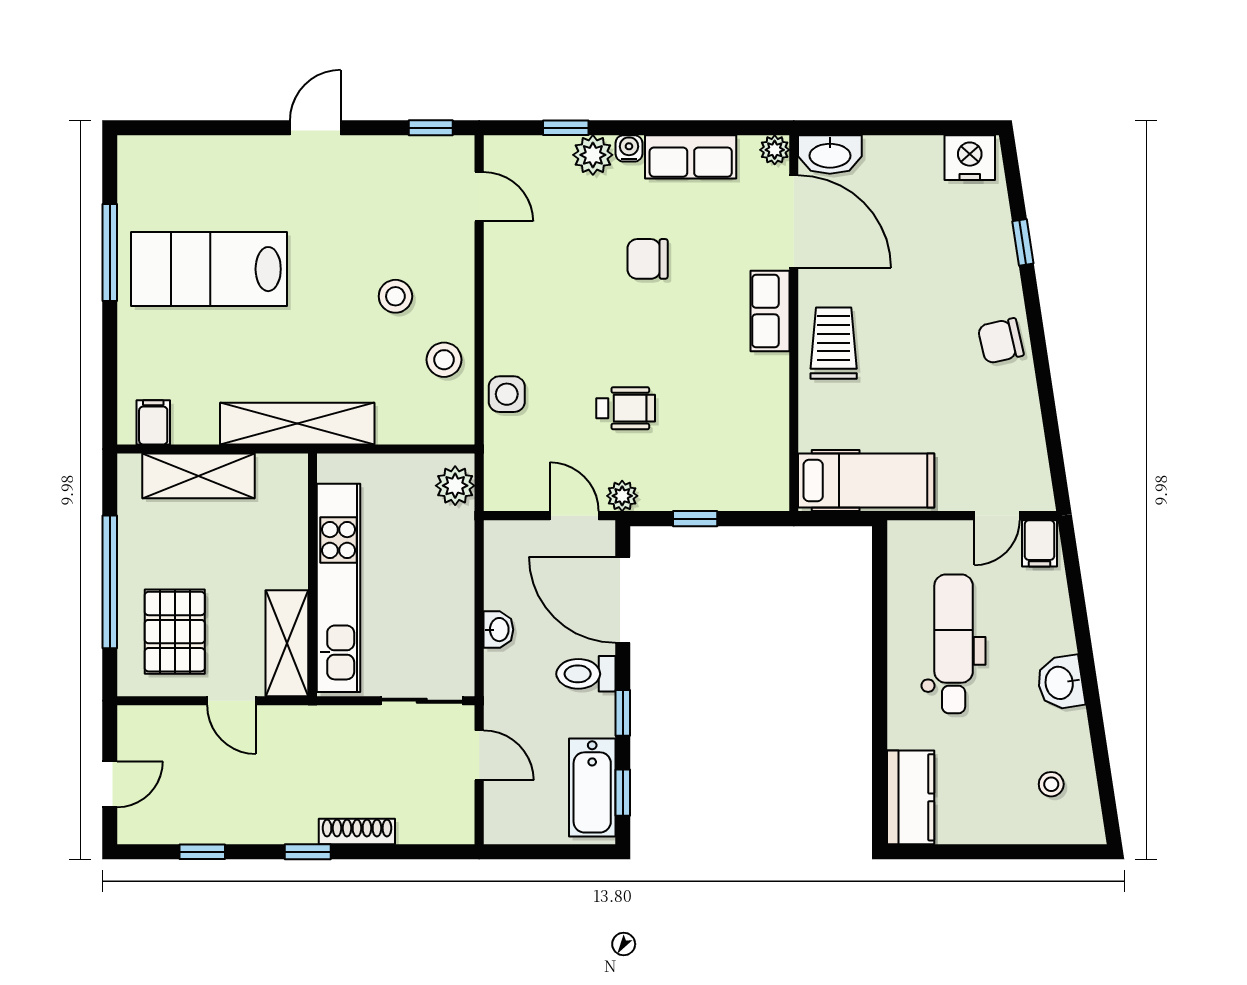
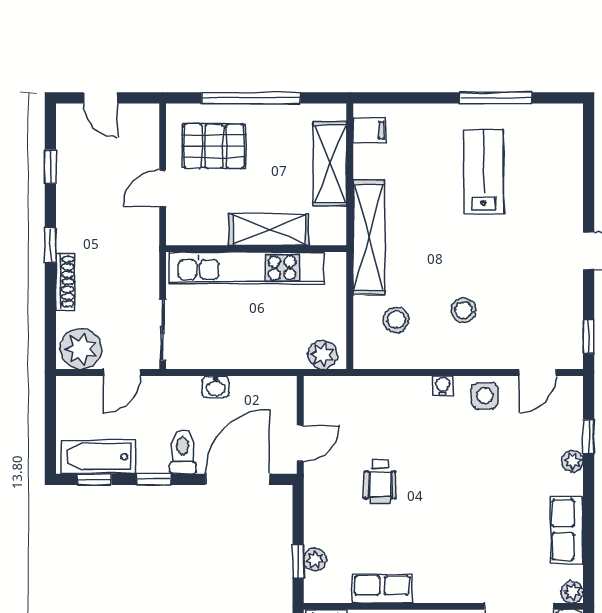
water cooler: (629, 148) -> (443, 386), moved, turned -90
plant: (593, 155) -> (572, 461), width x0.73, depth x0.73
chair: (648, 259) -> (491, 498), removed
lab bench: (209, 269) -> (484, 172), width x0.73, depth x0.72
row of seats: (770, 311) -> (382, 589), moved
stool: (444, 360) -> (396, 320), moved
side table: (507, 394) -> (485, 396), moved
plant: (622, 496) -> (315, 559), moved
window: (695, 519) -> (298, 561), moved
shelving: (287, 643) -> (269, 230), moved
plant: (447, 811) -> (81, 349), added

